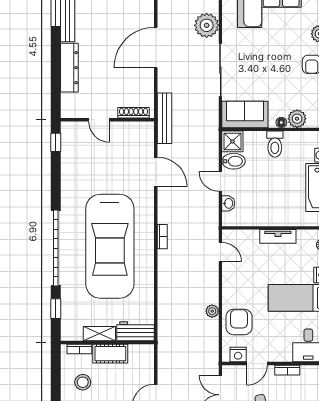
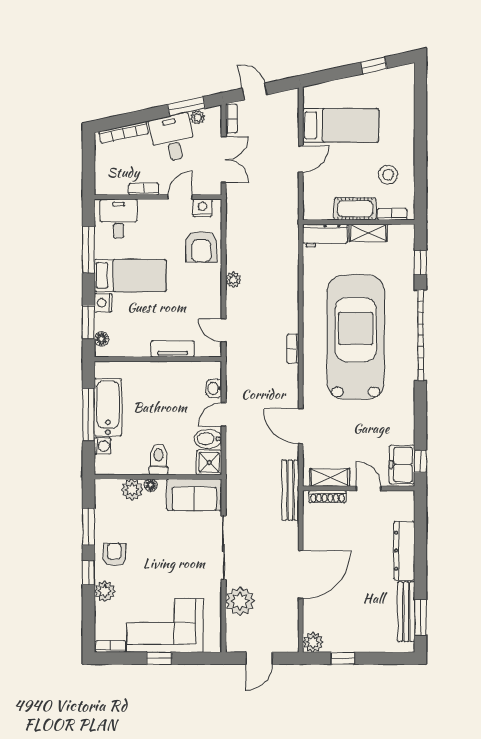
shelving: (132, 129) -> (330, 478), added
freezer: (71, 140) -> (402, 464), added
door: (220, 182) -> (224, 414), swing flipped
tv unit: (278, 236) -> (173, 349), moved
plant: (212, 311) -> (233, 280), moved

